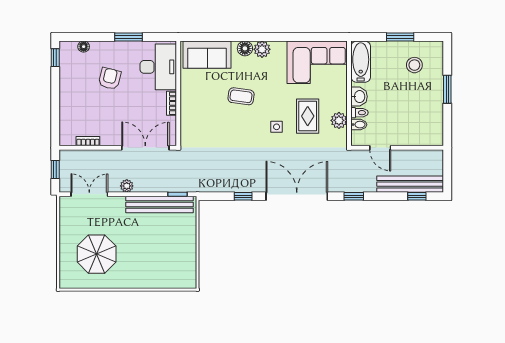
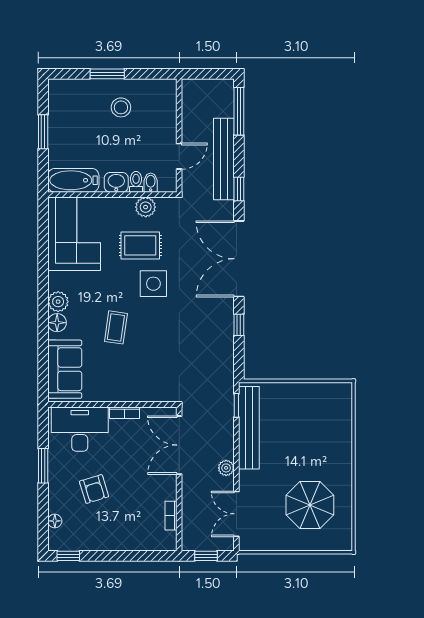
stool: (414, 65) -> (121, 107), moved
armchair: (110, 79) -> (94, 489), turned -121
side table: (277, 127) -> (153, 284), width x1.87, depth x1.87
bench: (410, 184) -> (224, 159), moved
window: (417, 196) -> (239, 111), width x2.17

